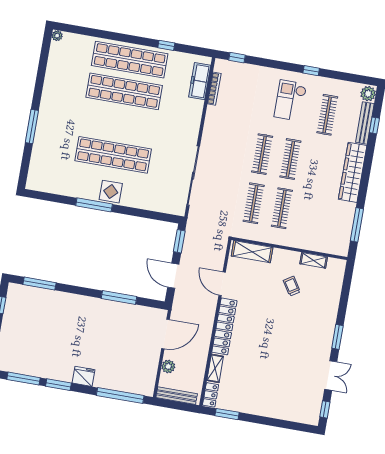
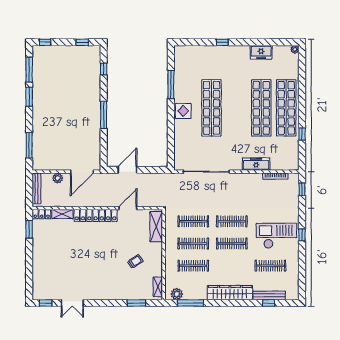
window: (311, 71) -> (302, 235), moved
freezer: (53, 79) -> (261, 52), added
freezer: (200, 81) -> (256, 164), moved
plant: (368, 94) -> (177, 294), moved
checkout: (290, 100) -> (276, 236), width x1.36, depth x1.21
window: (32, 127) -> (222, 42), width x0.46
window: (94, 205) -> (171, 84), moved
clothes rail: (310, 213) -> (193, 266), added
window: (179, 241) -> (154, 170), removed
shelving: (314, 260) -> (158, 287), moved
window: (40, 284) -> (104, 69), width x0.46
window: (119, 297) -> (104, 115), moved
door: (165, 334) -> (82, 172), hinge flipped
window: (337, 337) -> (136, 303), moved
fridge: (84, 376) -> (39, 115), removed
window: (120, 395) -> (29, 145), width x0.68

